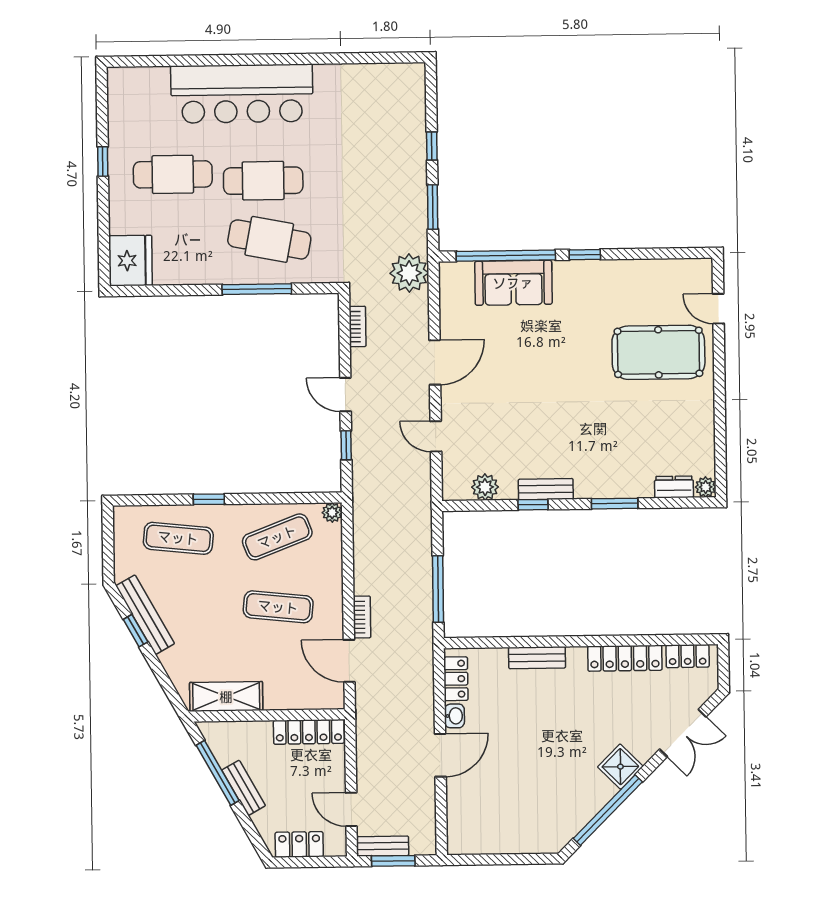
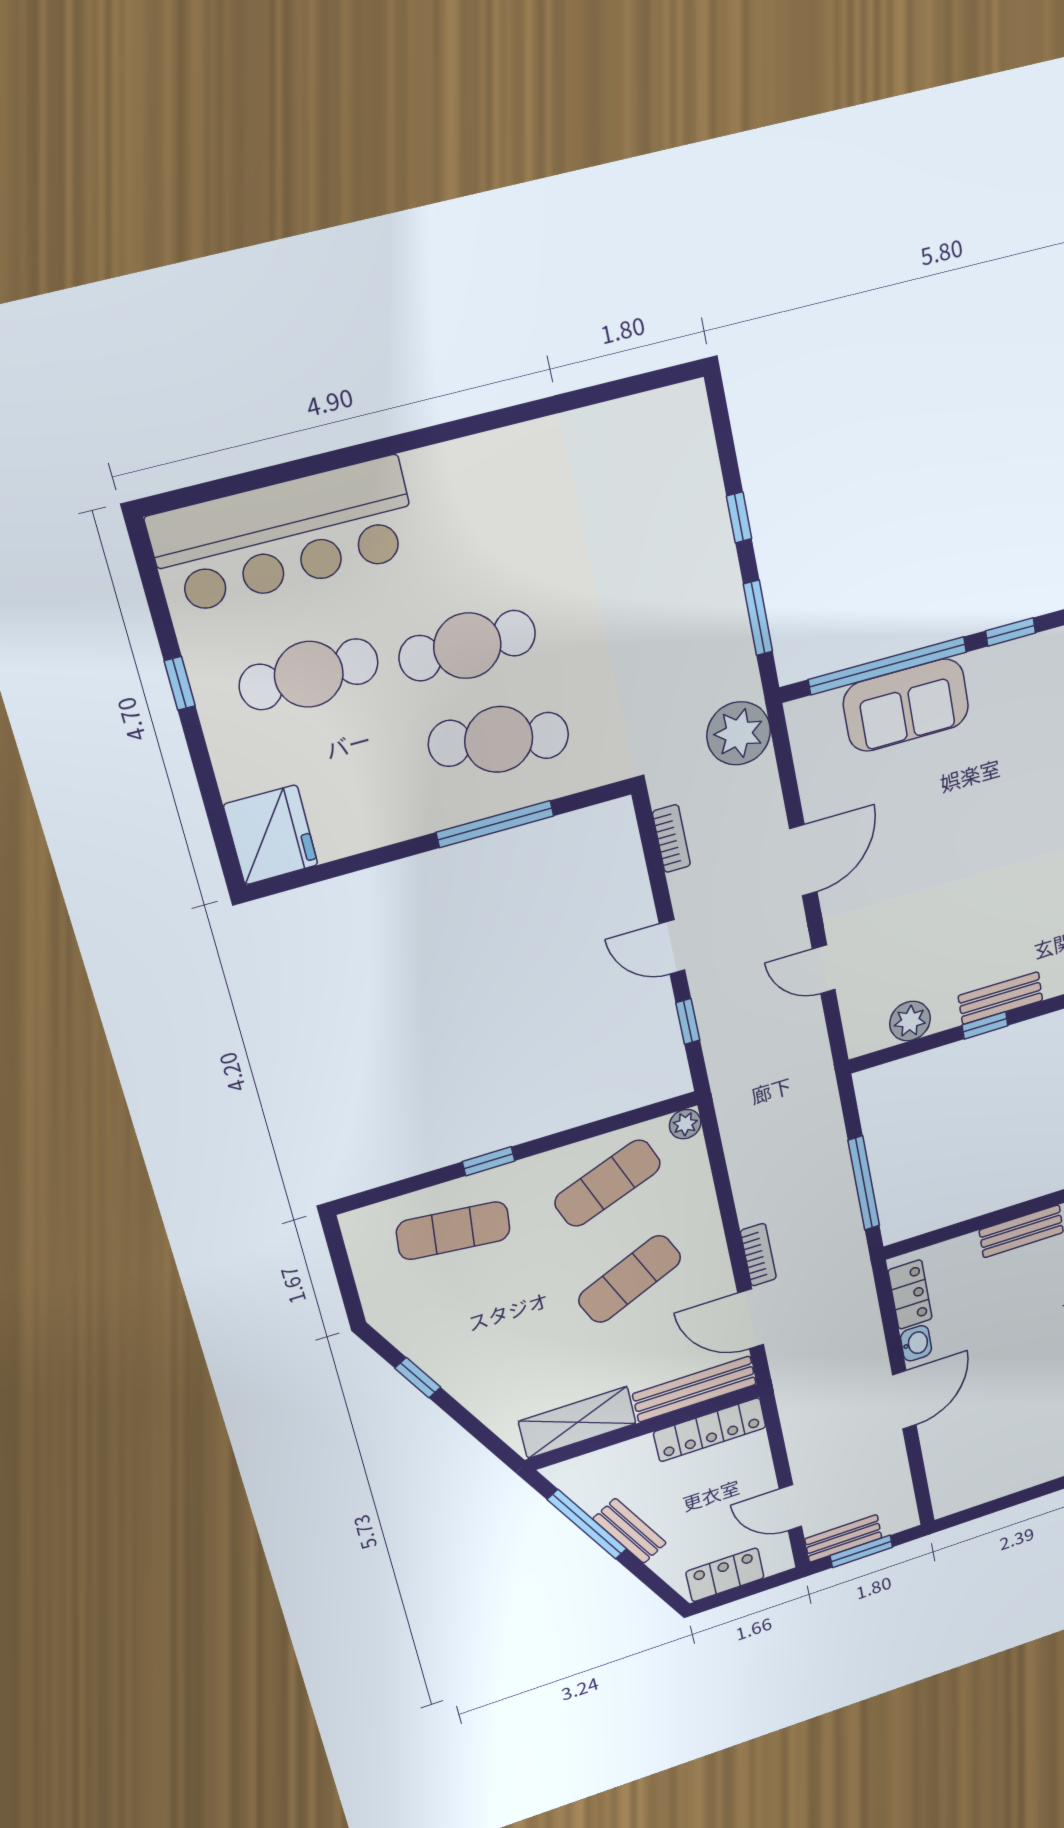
bar counter: (242, 94) -> (284, 535), moved
exercise mat: (278, 607) -> (630, 1279), turned -30
bench: (145, 615) -> (695, 1389), moved, turned -61

